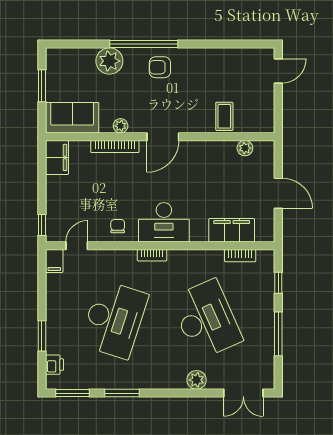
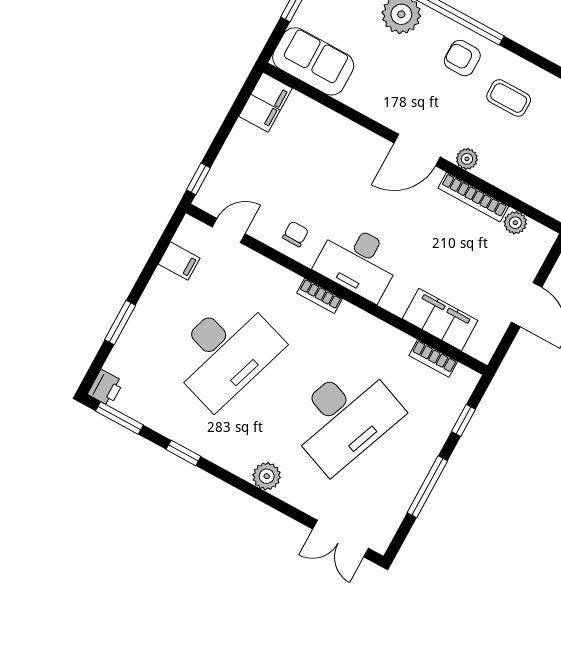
coffee table: (224, 116) -> (509, 98), moved, turned 90
plant: (121, 126) -> (467, 159), moved
bookcase: (115, 147) -> (473, 197), moved
filing cabinet: (54, 261) -> (179, 261), moved, turned -90
desk: (206, 319) -> (344, 417), turned 45
printer: (55, 365) -> (106, 388), moved
plant: (197, 380) -> (267, 476), moved
window: (122, 393) -> (183, 453), width x0.67

